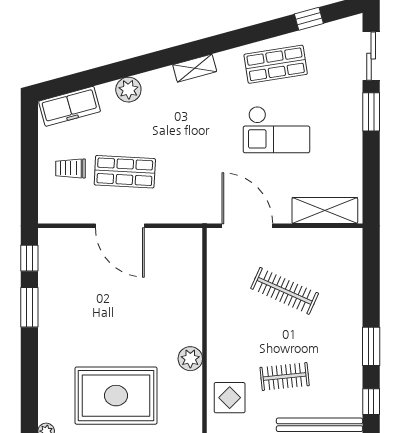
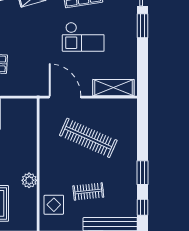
clothes rail: (285, 291) -> (88, 138), width x1.37, depth x1.31

